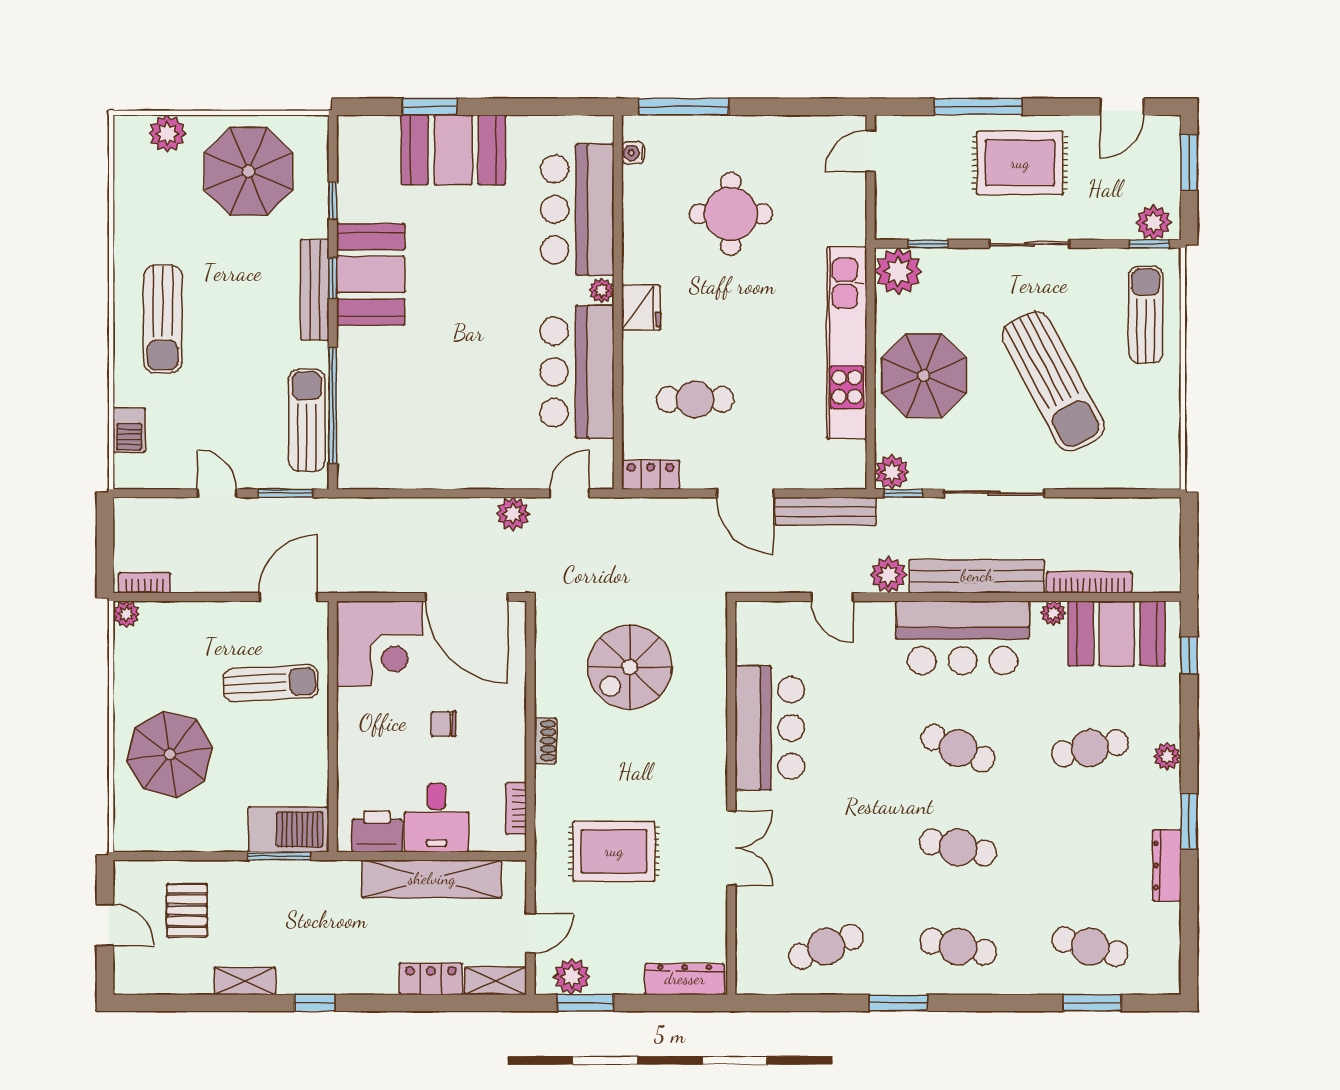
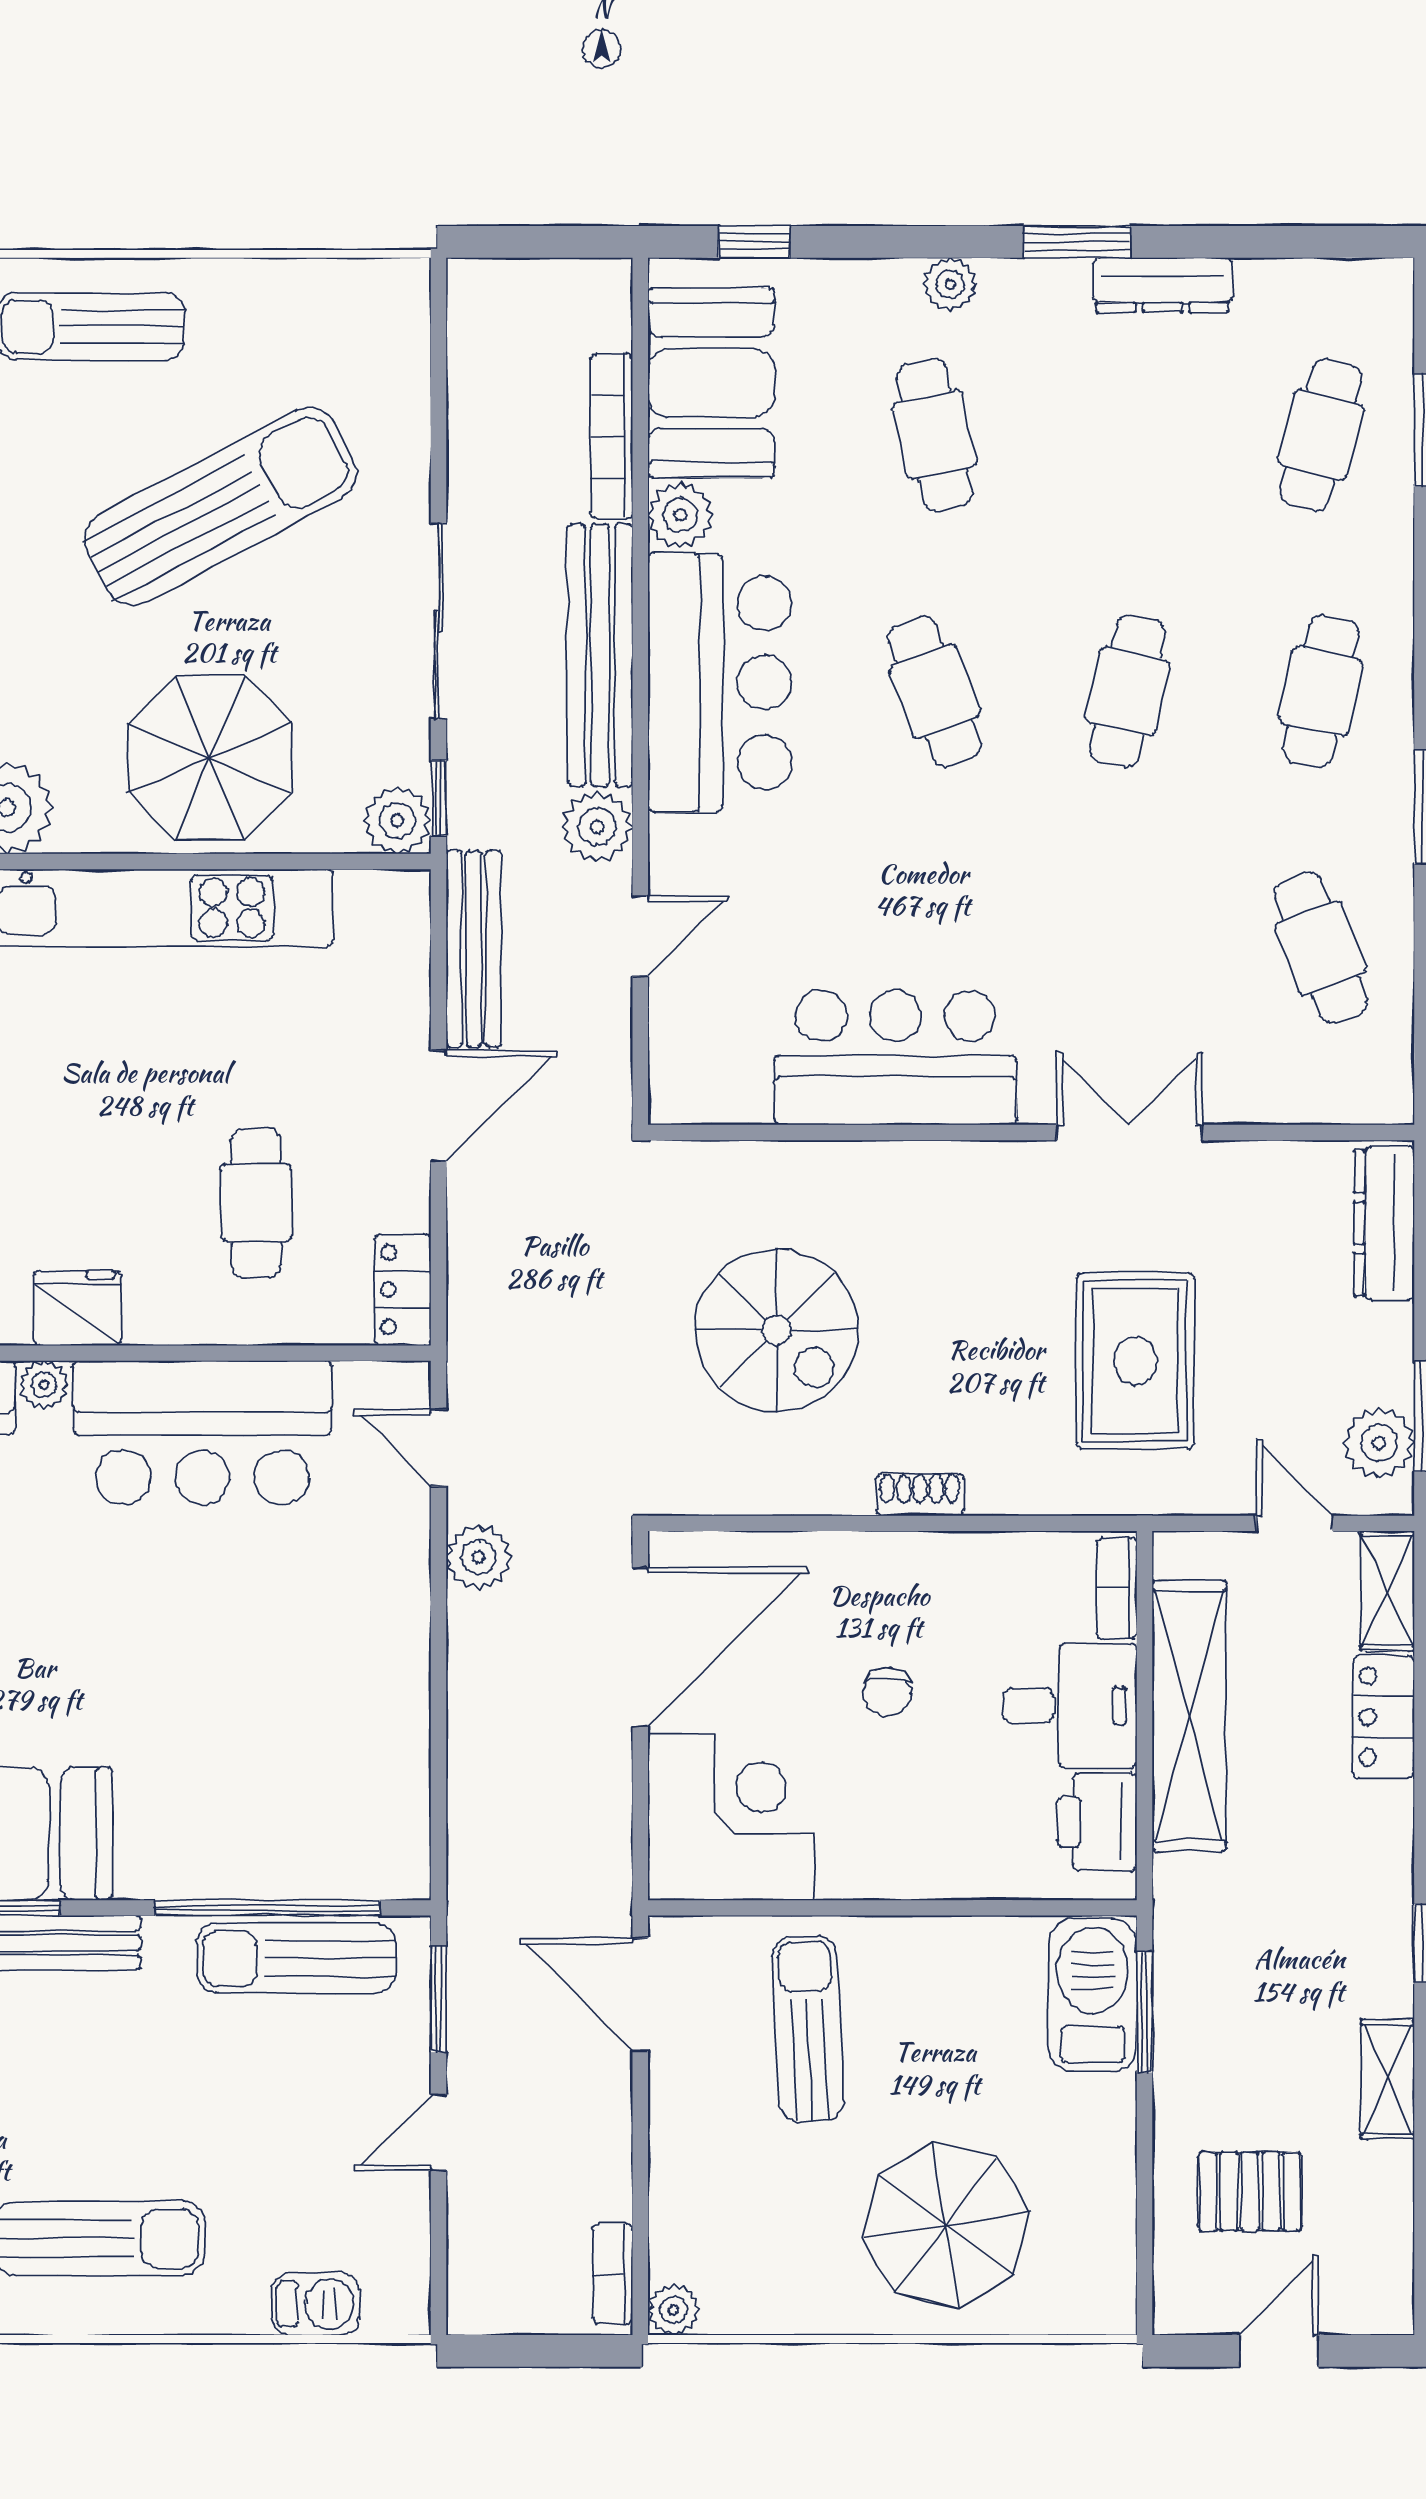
plant: (1053, 613) -> (681, 515), width x1.38, depth x1.38
cafe table: (958, 748) -> (935, 691), turned -45
bookcase: (516, 809) -> (1117, 1588), moved, turned 90

